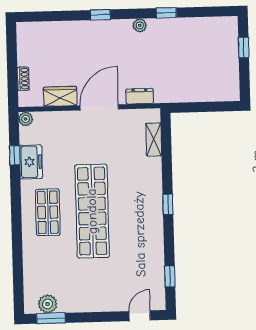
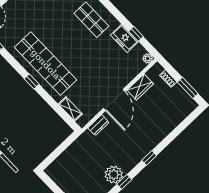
window: (100, 15) -> (149, 158), moved
plant: (140, 25) -> (114, 175), moved, width x1.88, depth x1.88
window: (12, 51) -> (188, 88), added
shop shelf: (92, 211) -> (46, 64), moved

